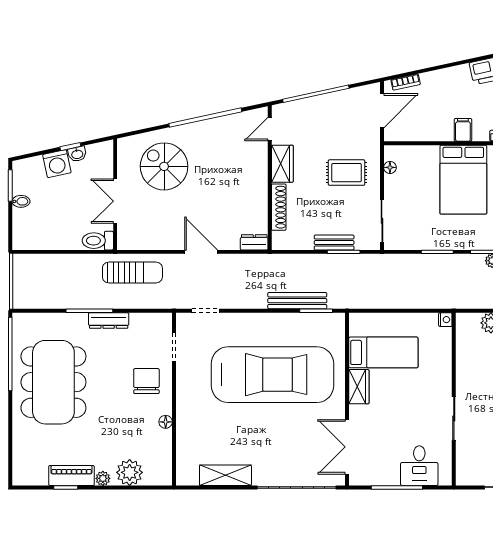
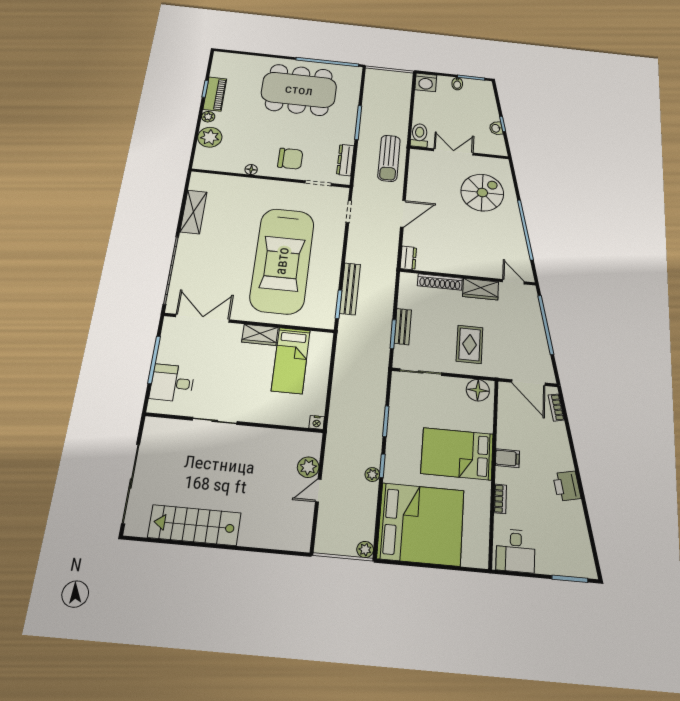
washing machine: (57, 164) -> (426, 82), moved, turned -78
floor lamp: (390, 167) -> (478, 390), width x1.89, depth x1.89
dresser: (109, 320) -> (345, 160), moved

